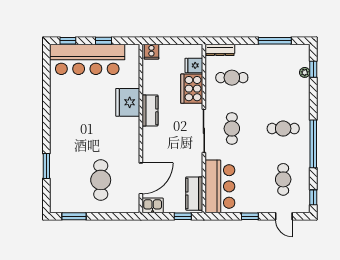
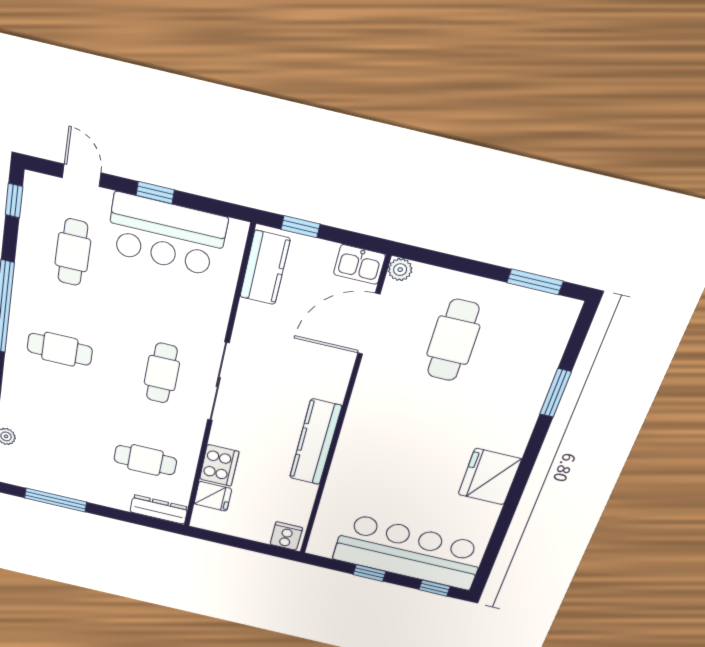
cooker: (192, 89) -> (219, 465), width x0.73, depth x0.76
fridge: (128, 102) -> (490, 477), moved, turned 180
kitchen counter: (150, 110) -> (315, 442), width x1.50
bar counter: (220, 186) -> (166, 235), moved, turned -90
plant: (134, 208) -> (400, 270), added

